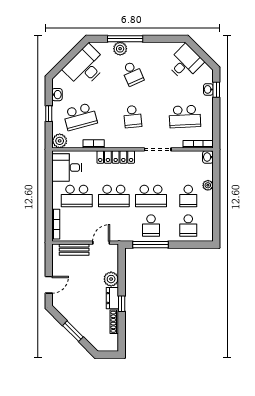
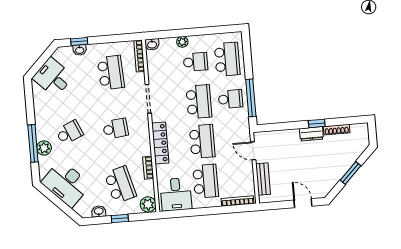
school desk: (188, 226) -> (227, 59), width x1.85
plant: (111, 279) -> (291, 137), removed

